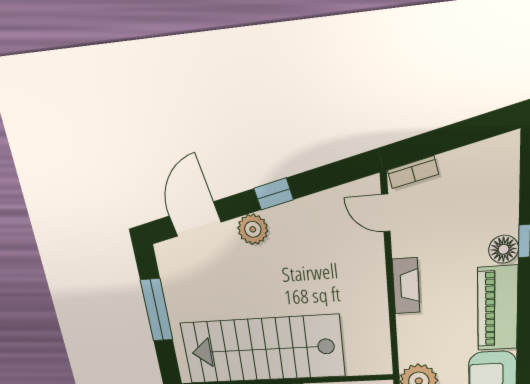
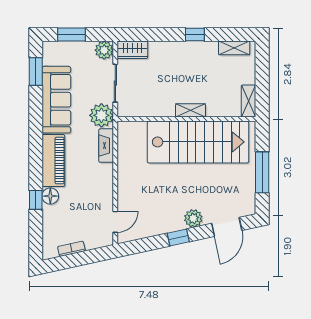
bookcase: (413, 172) -> (71, 249), moved
door: (386, 213) -> (115, 222), hinge flipped
fireplace: (406, 286) -> (106, 146), moved

